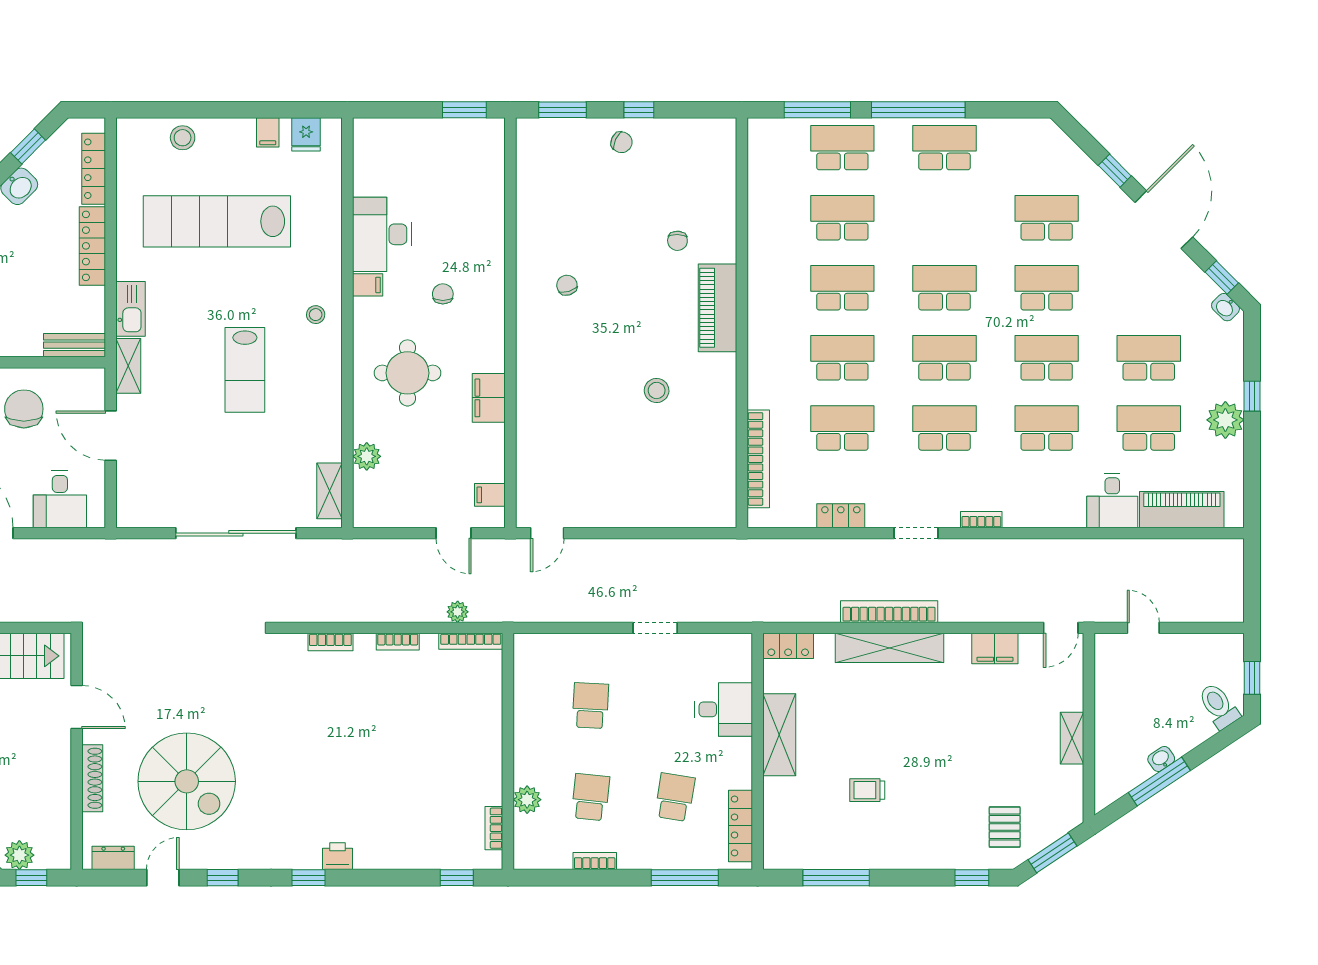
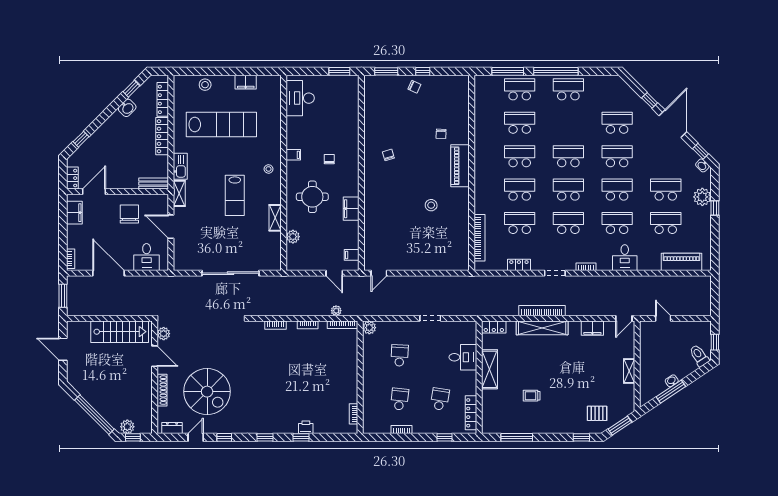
filing cabinet: (268, 132) -> (246, 82), width x2.00
fridge: (306, 134) -> (264, 83), removed
lab bench: (217, 221) -> (221, 125), turned 180
desk: (382, 234) -> (300, 98), moved
plant: (1225, 420) -> (702, 197), moved
shelving: (330, 491) -> (275, 218), moved
desk: (1112, 501) -> (625, 258), moved
plant: (95, 660) -> (164, 334), added
plant: (527, 800) -> (369, 328), moved
pallet: (1005, 827) -> (597, 413), turned 90
printer: (338, 856) -> (306, 427), moved
window: (457, 878) -> (301, 437), moved
window: (685, 878) -> (445, 437), width x0.46

